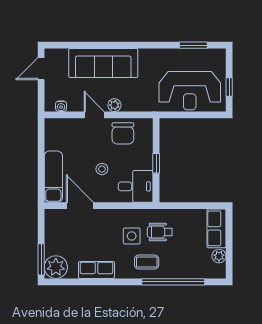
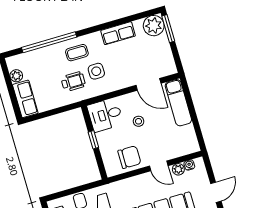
plant: (114, 105) -> (178, 169), moved
chair: (123, 133) -> (129, 157), turned 90

